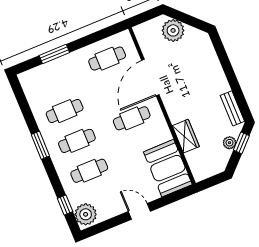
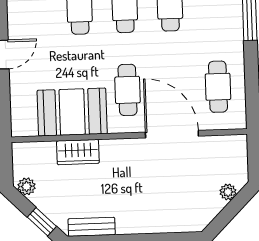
plant: (173, 30) -> (228, 192), width x0.53, depth x0.53
plant: (229, 143) -> (27, 186), moved
booth: (168, 168) -> (72, 112), moved

